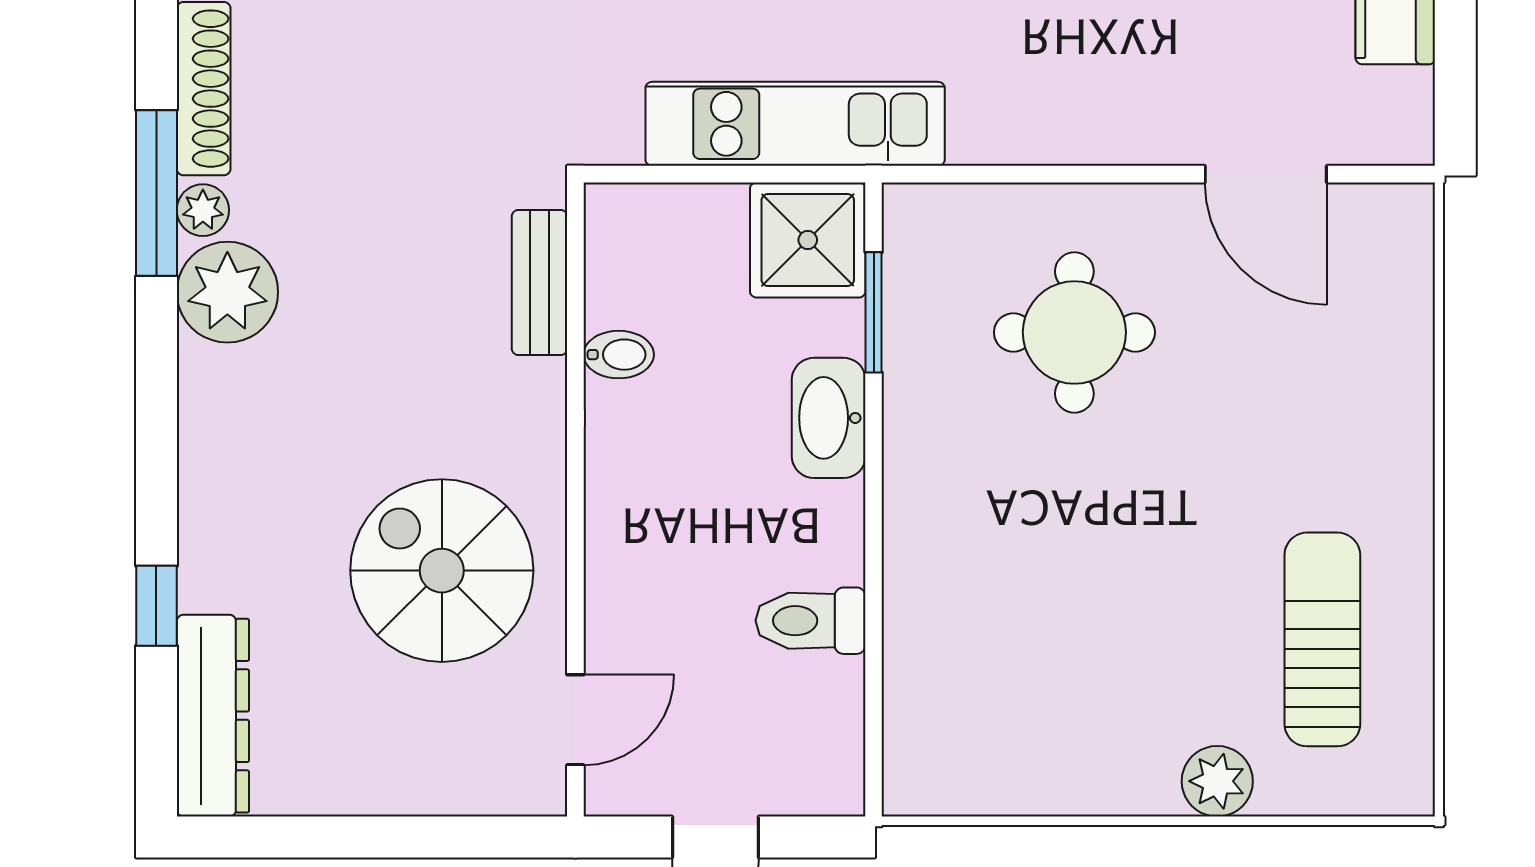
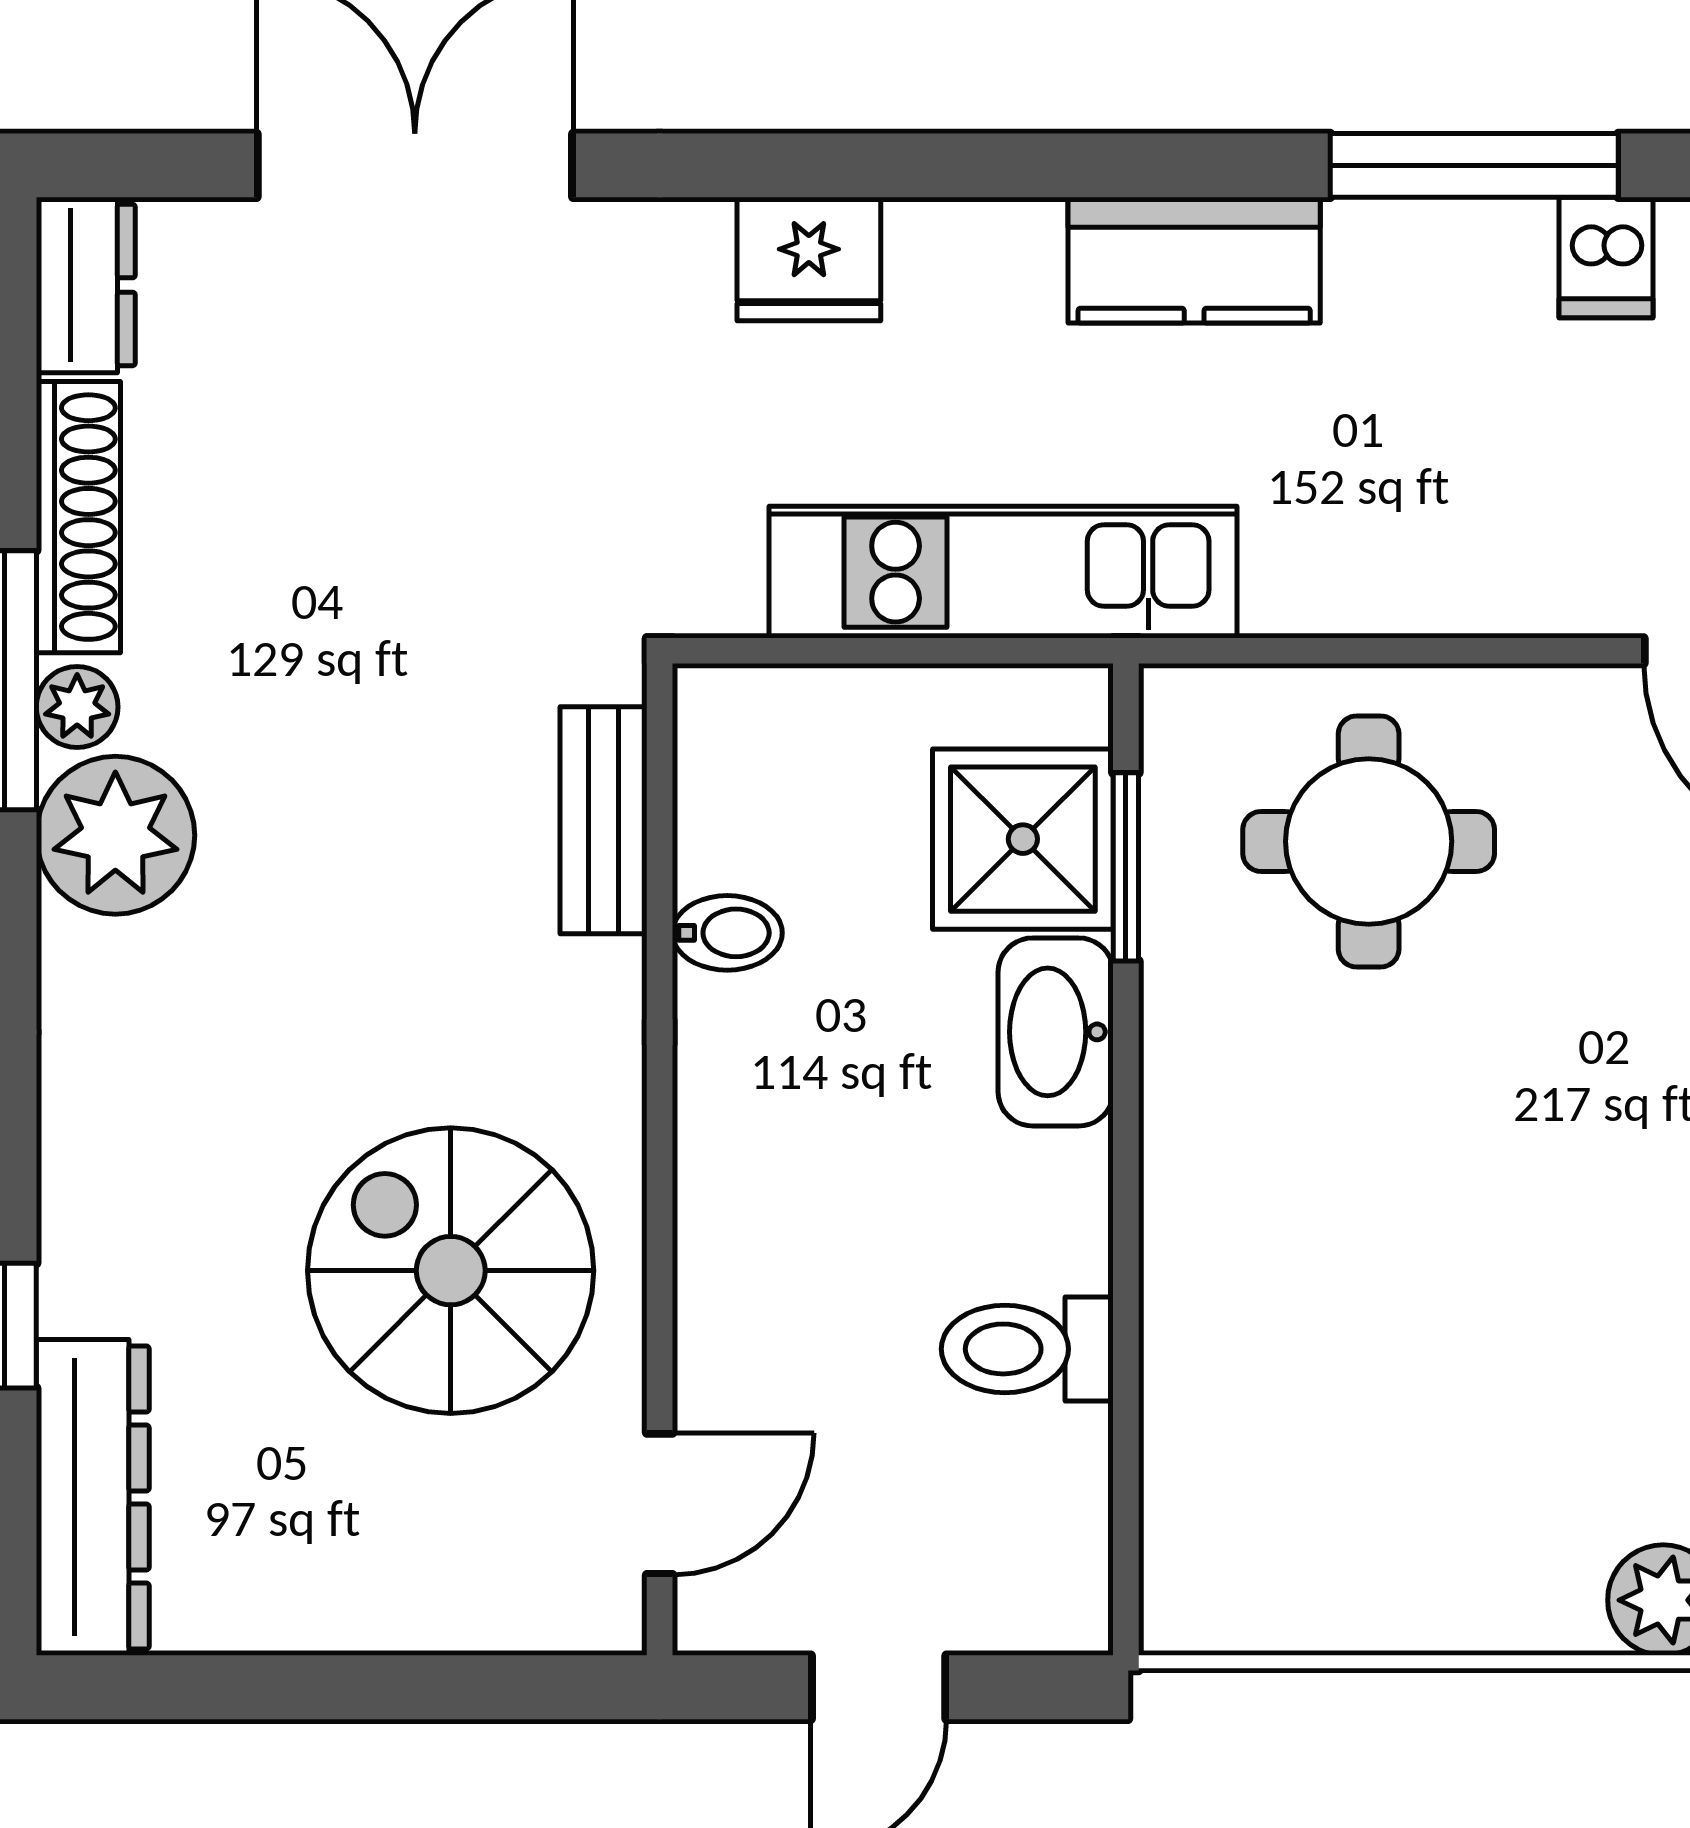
shower: (808, 240) -> (1023, 839), moved
round table: (1074, 332) -> (1369, 841), moved

